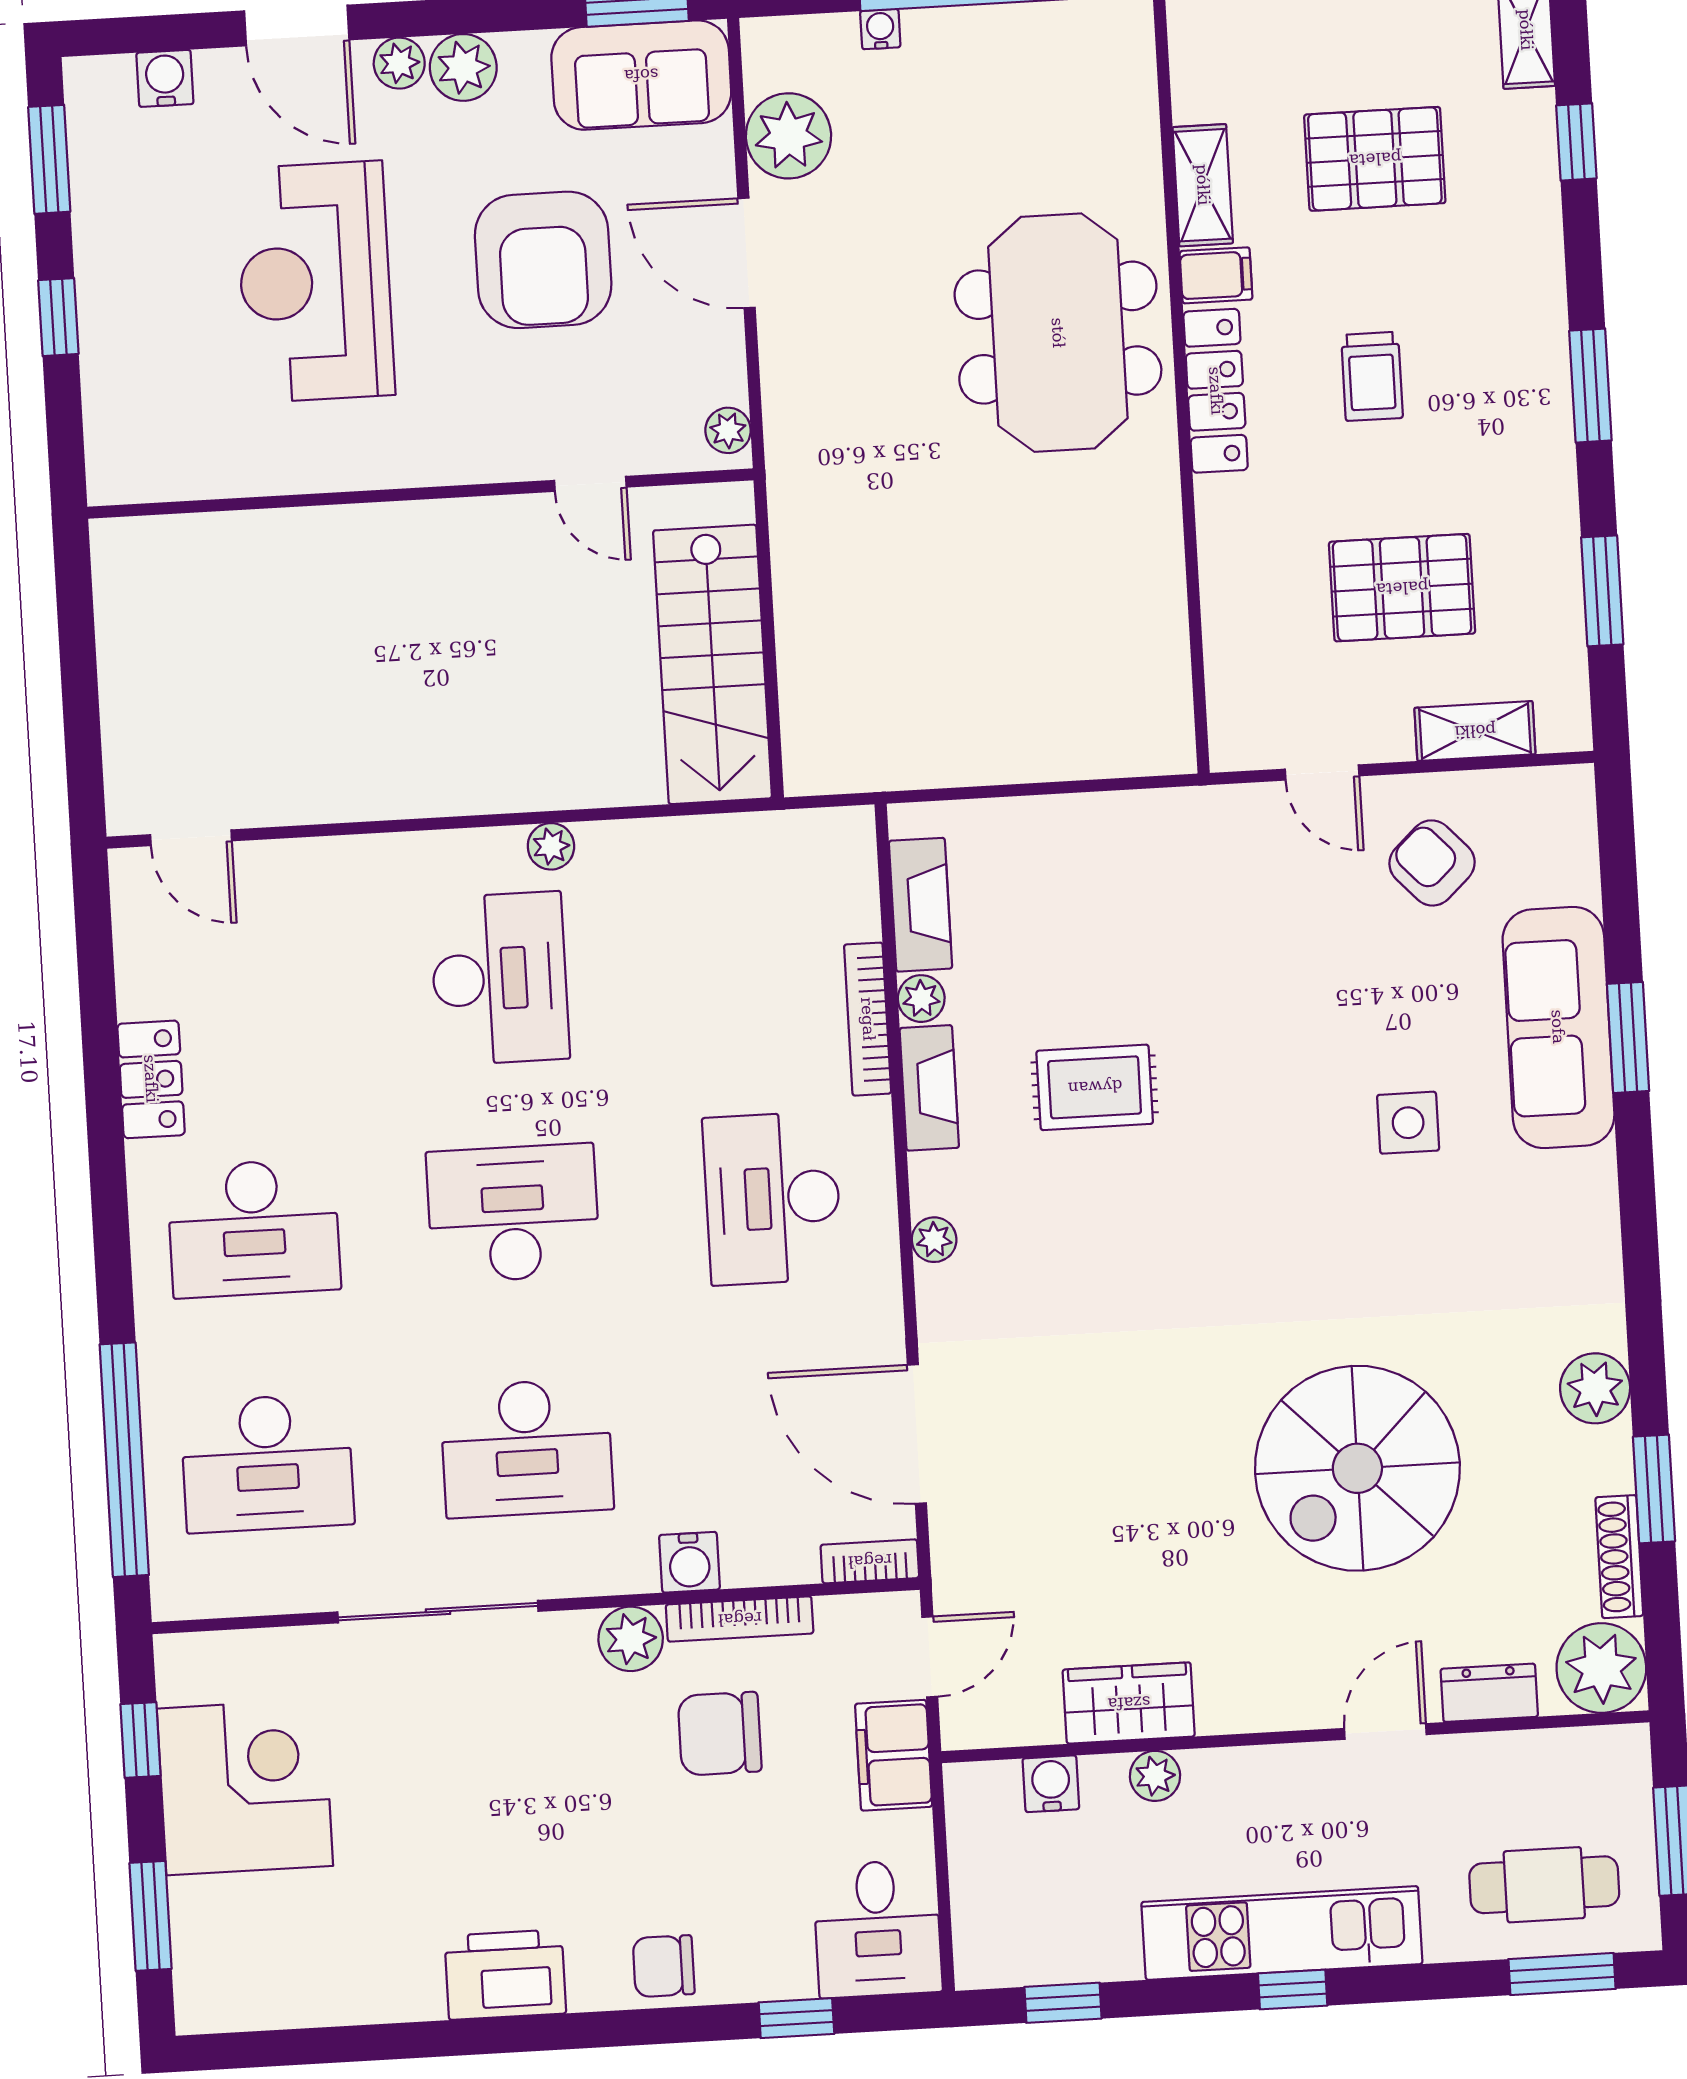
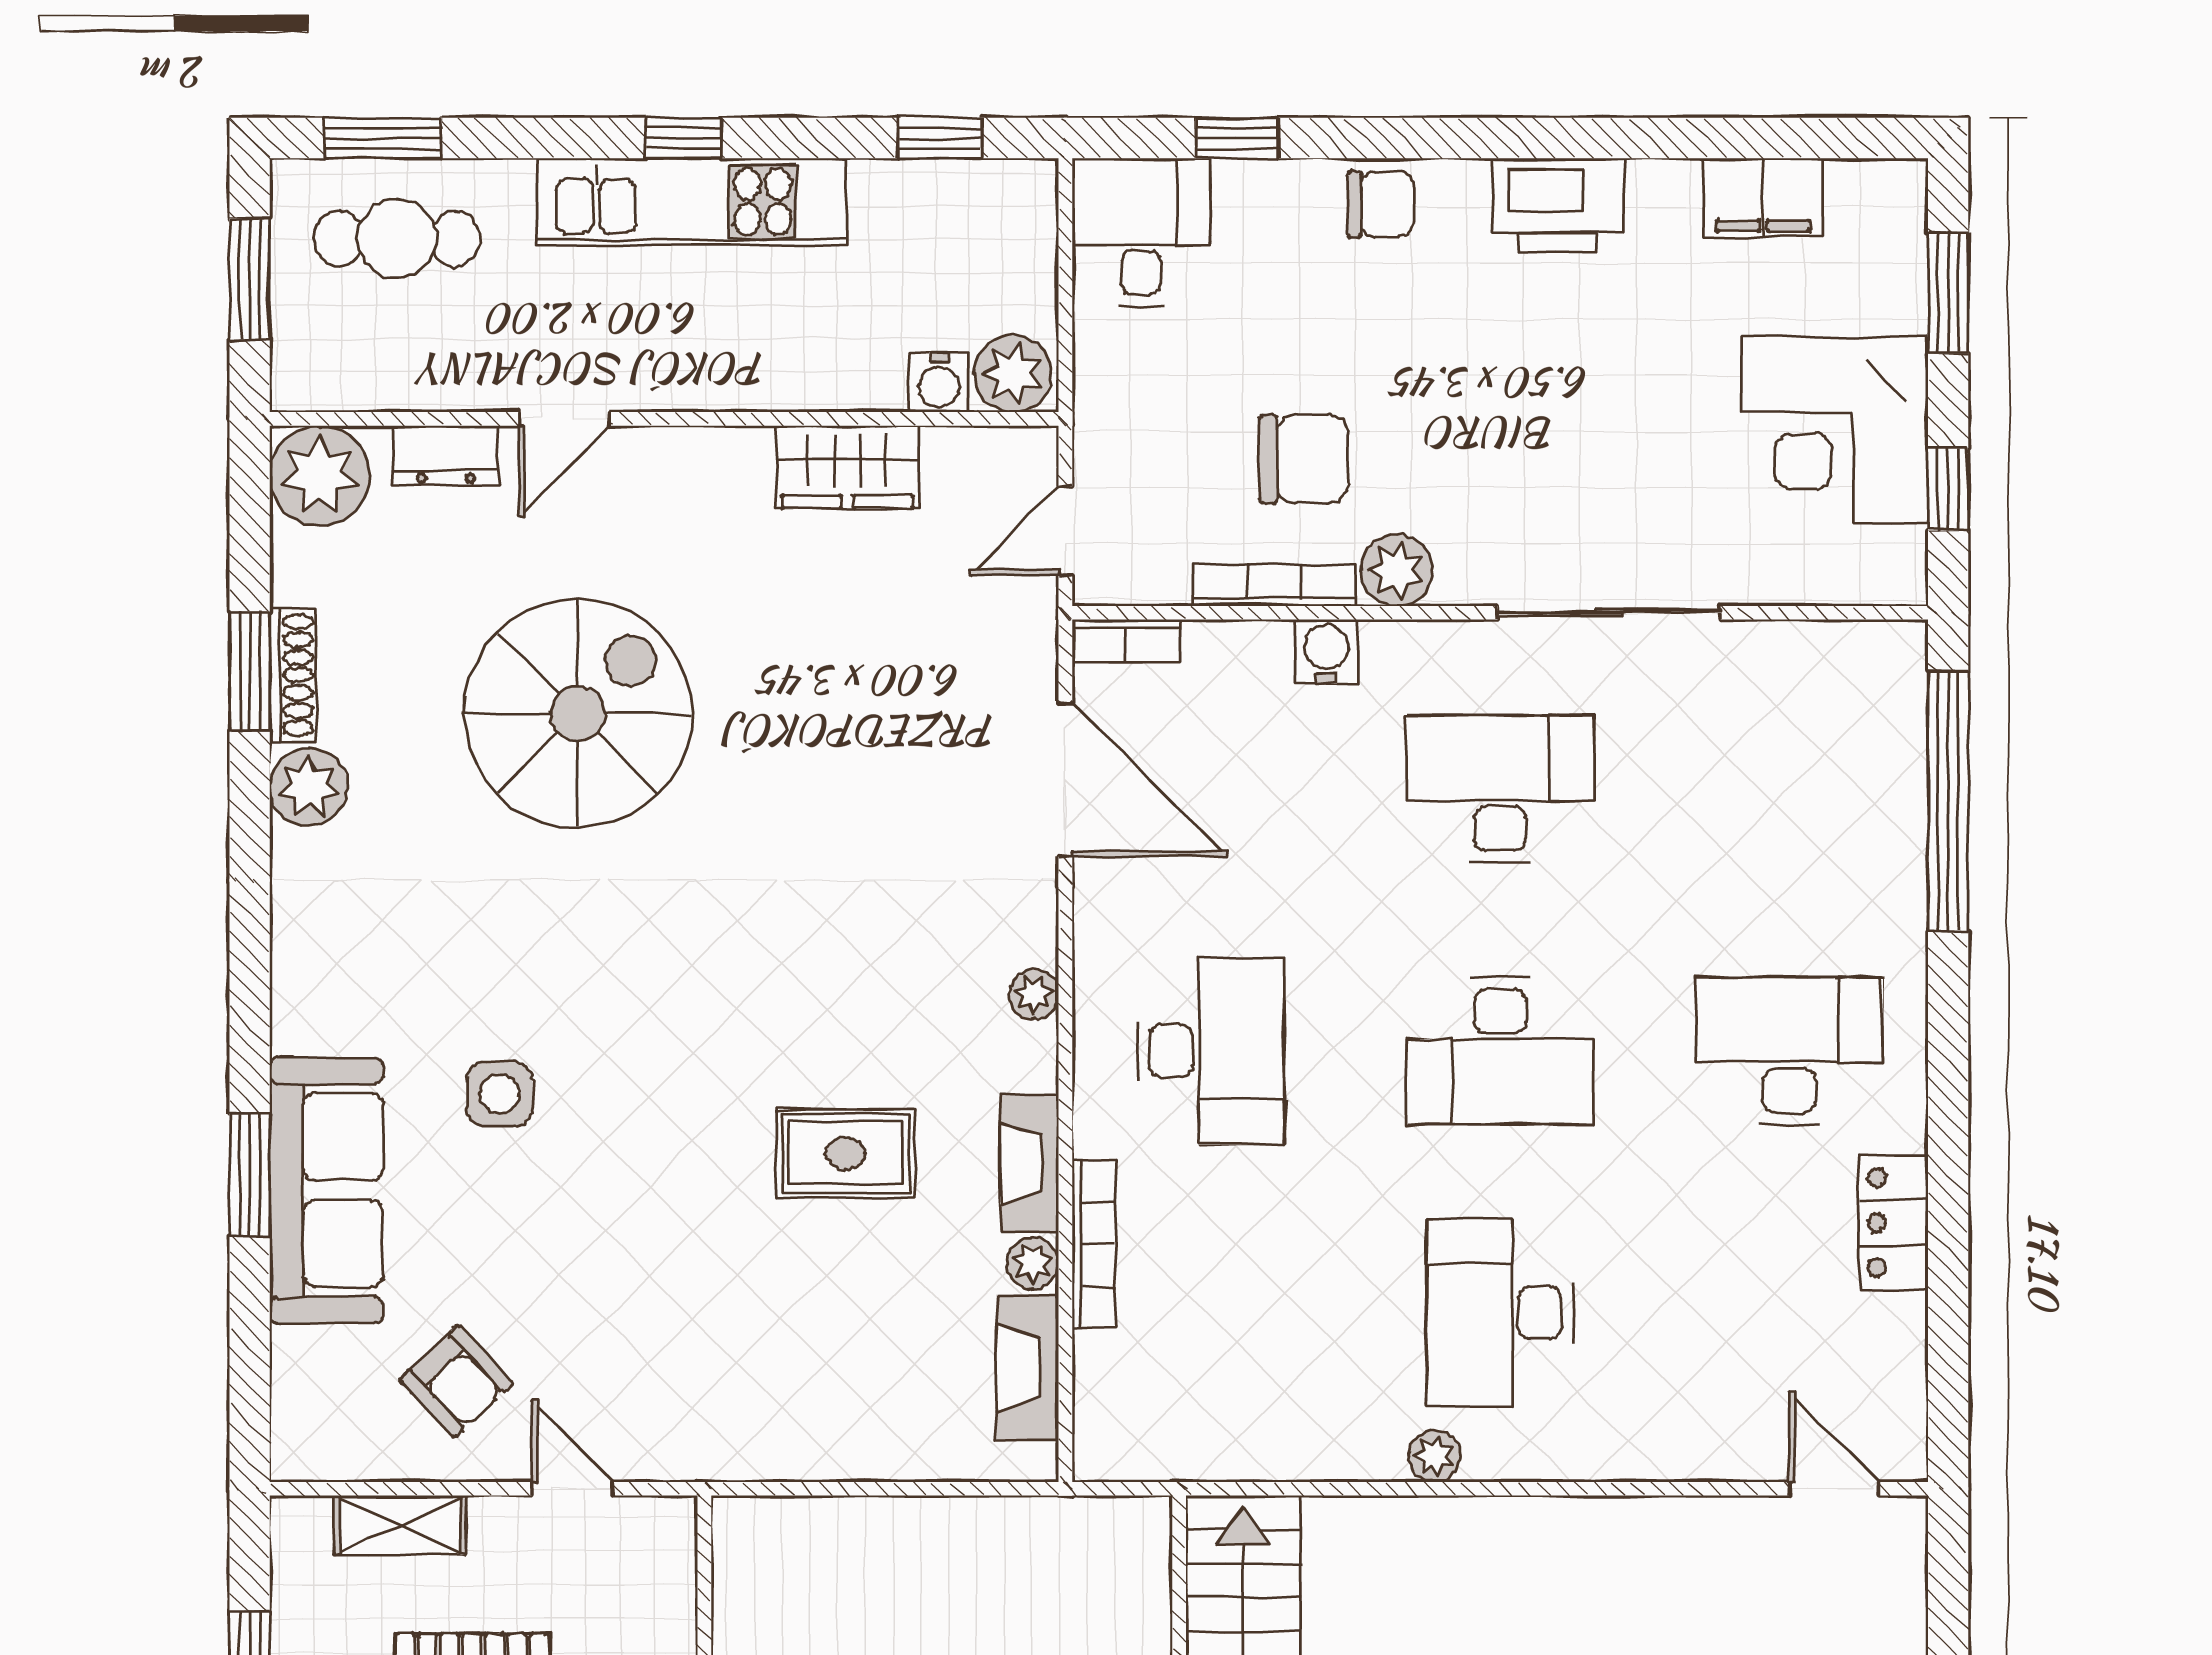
desk: (267, 1463) -> (1789, 789), removed
shoe rack: (1619, 1557) -> (293, 675), moved
filing cabinet: (894, 1755) -> (1763, 198), moved, turned 90
plant: (1155, 1776) -> (1013, 374), moved, width x1.38, depth x1.38

